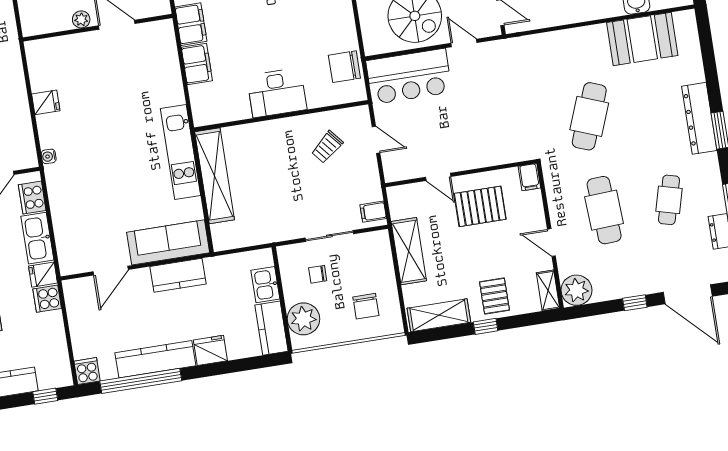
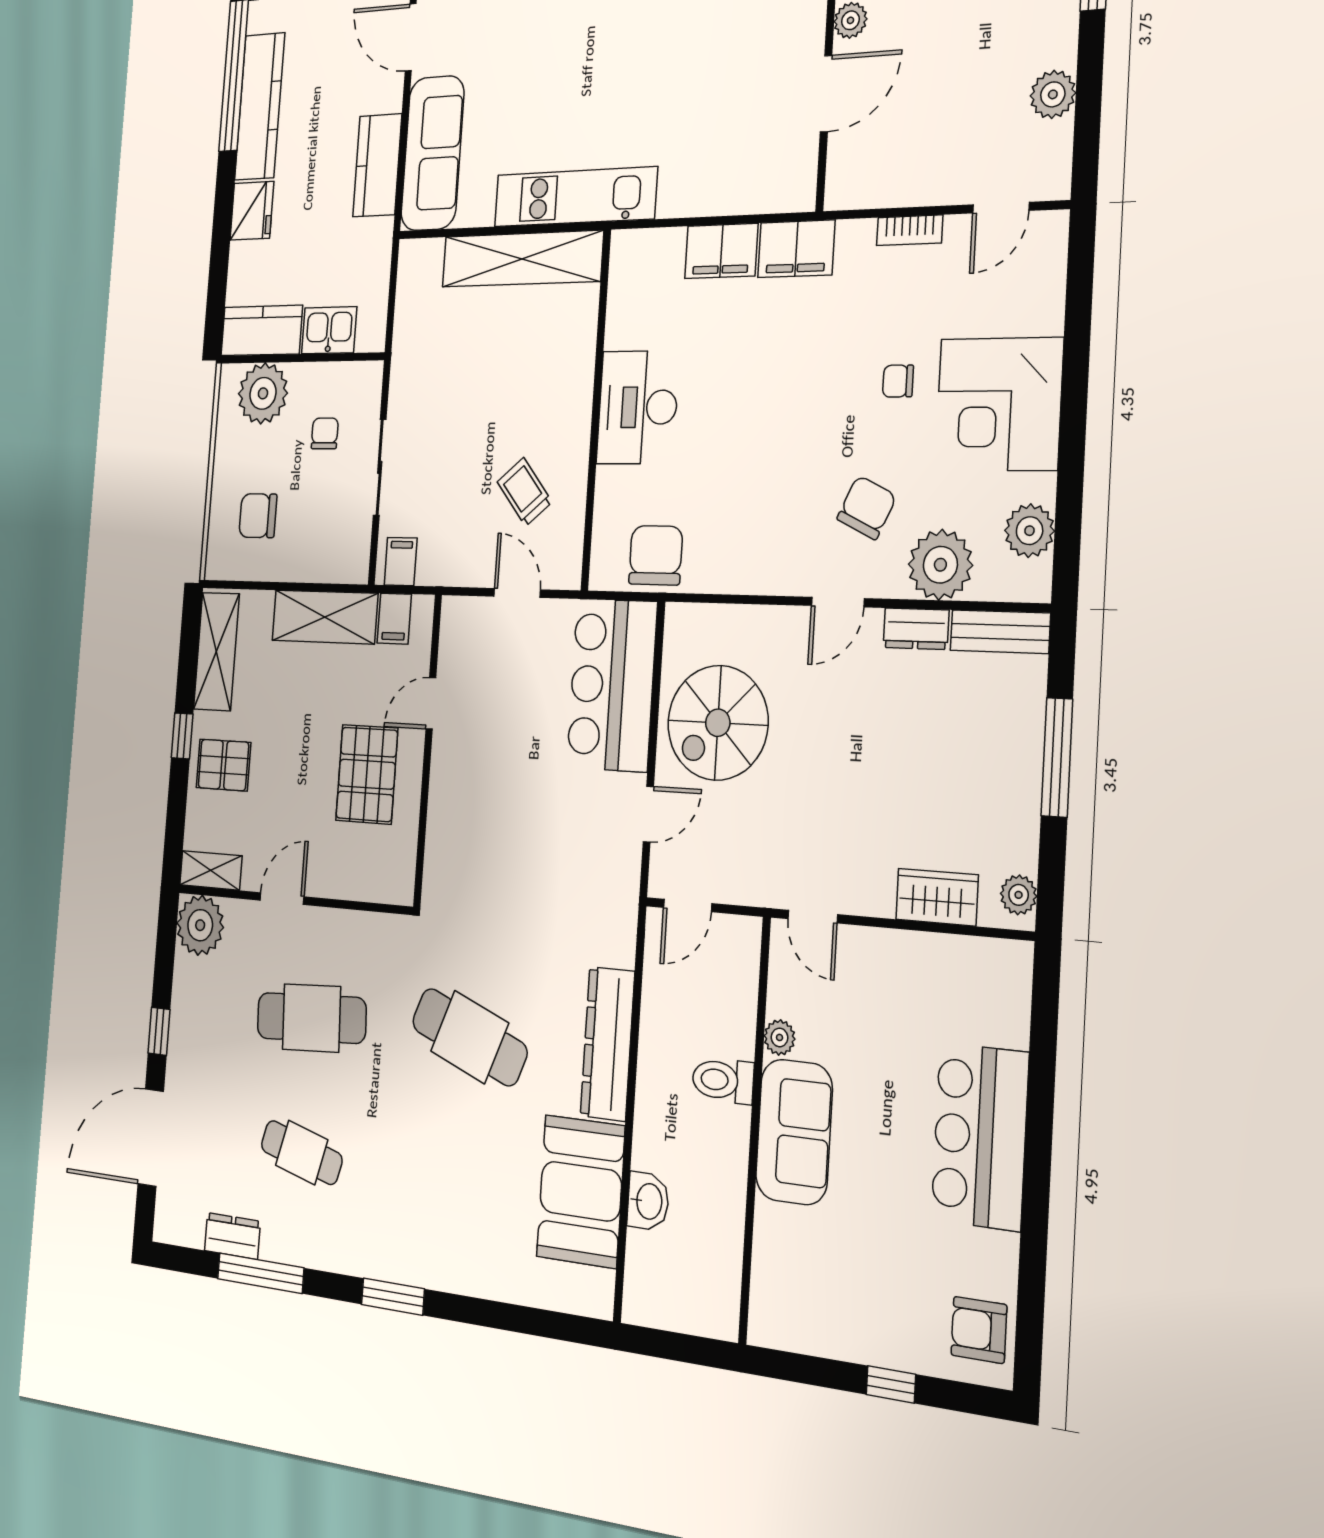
dresser: (699, 118) -> (608, 1044), moved, turned -90
door: (376, 140) -> (517, 593), swing flipped
filing cabinet: (529, 177) -> (394, 619), moved, turned -90

